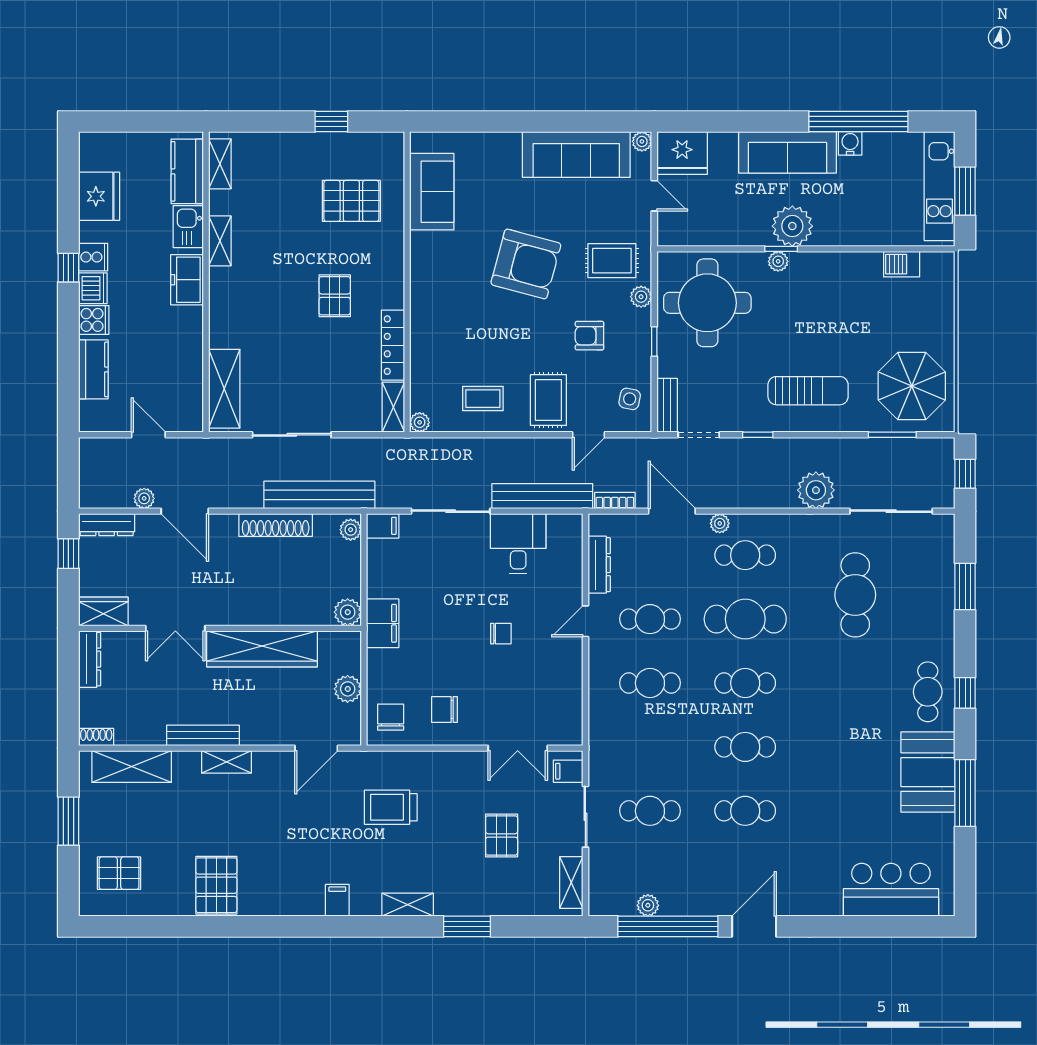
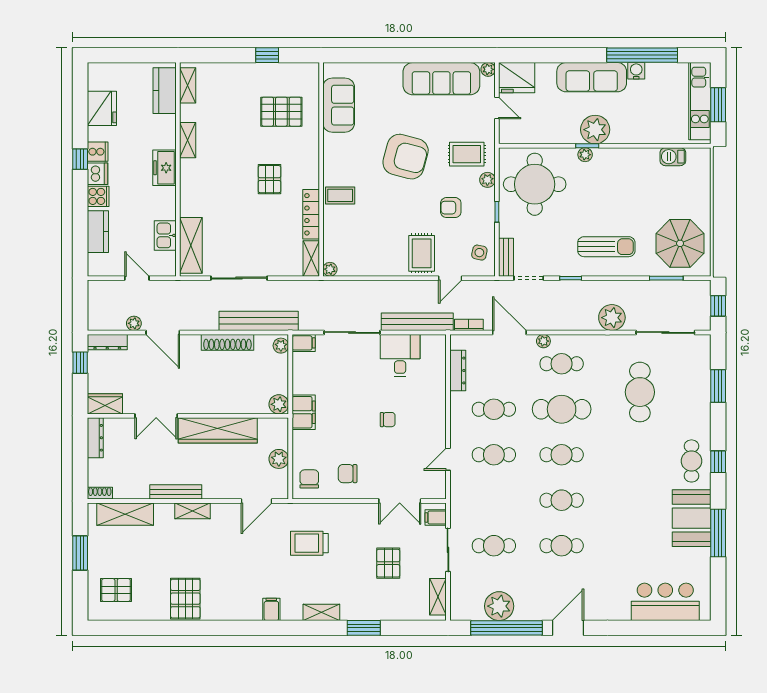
kitchen sink: (188, 227) -> (165, 235), moved
coffee table: (483, 399) -> (340, 195), moved
door: (585, 621) -> (448, 459), moved
plant: (648, 905) -> (499, 606), width x1.88, depth x1.88

